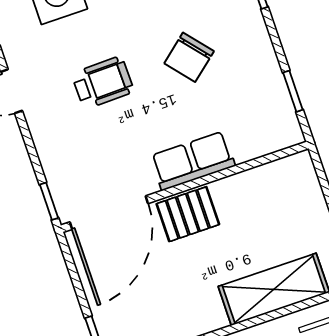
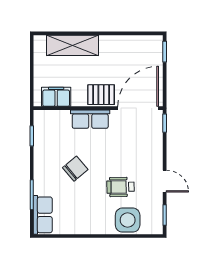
wheelchair: (103, 83) -> (121, 187), moved
filing cabinet: (272, 181) -> (56, 97), added

